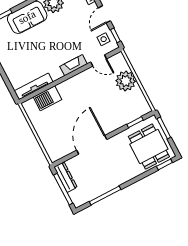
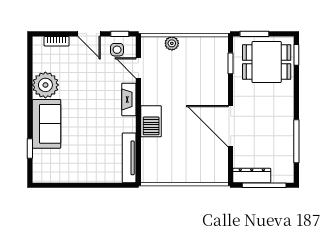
door: (99, 60) -> (138, 68), swing flipped
plant: (126, 81) -> (172, 43), width x0.53, depth x0.53
barbecue: (47, 98) -> (151, 121), moved

